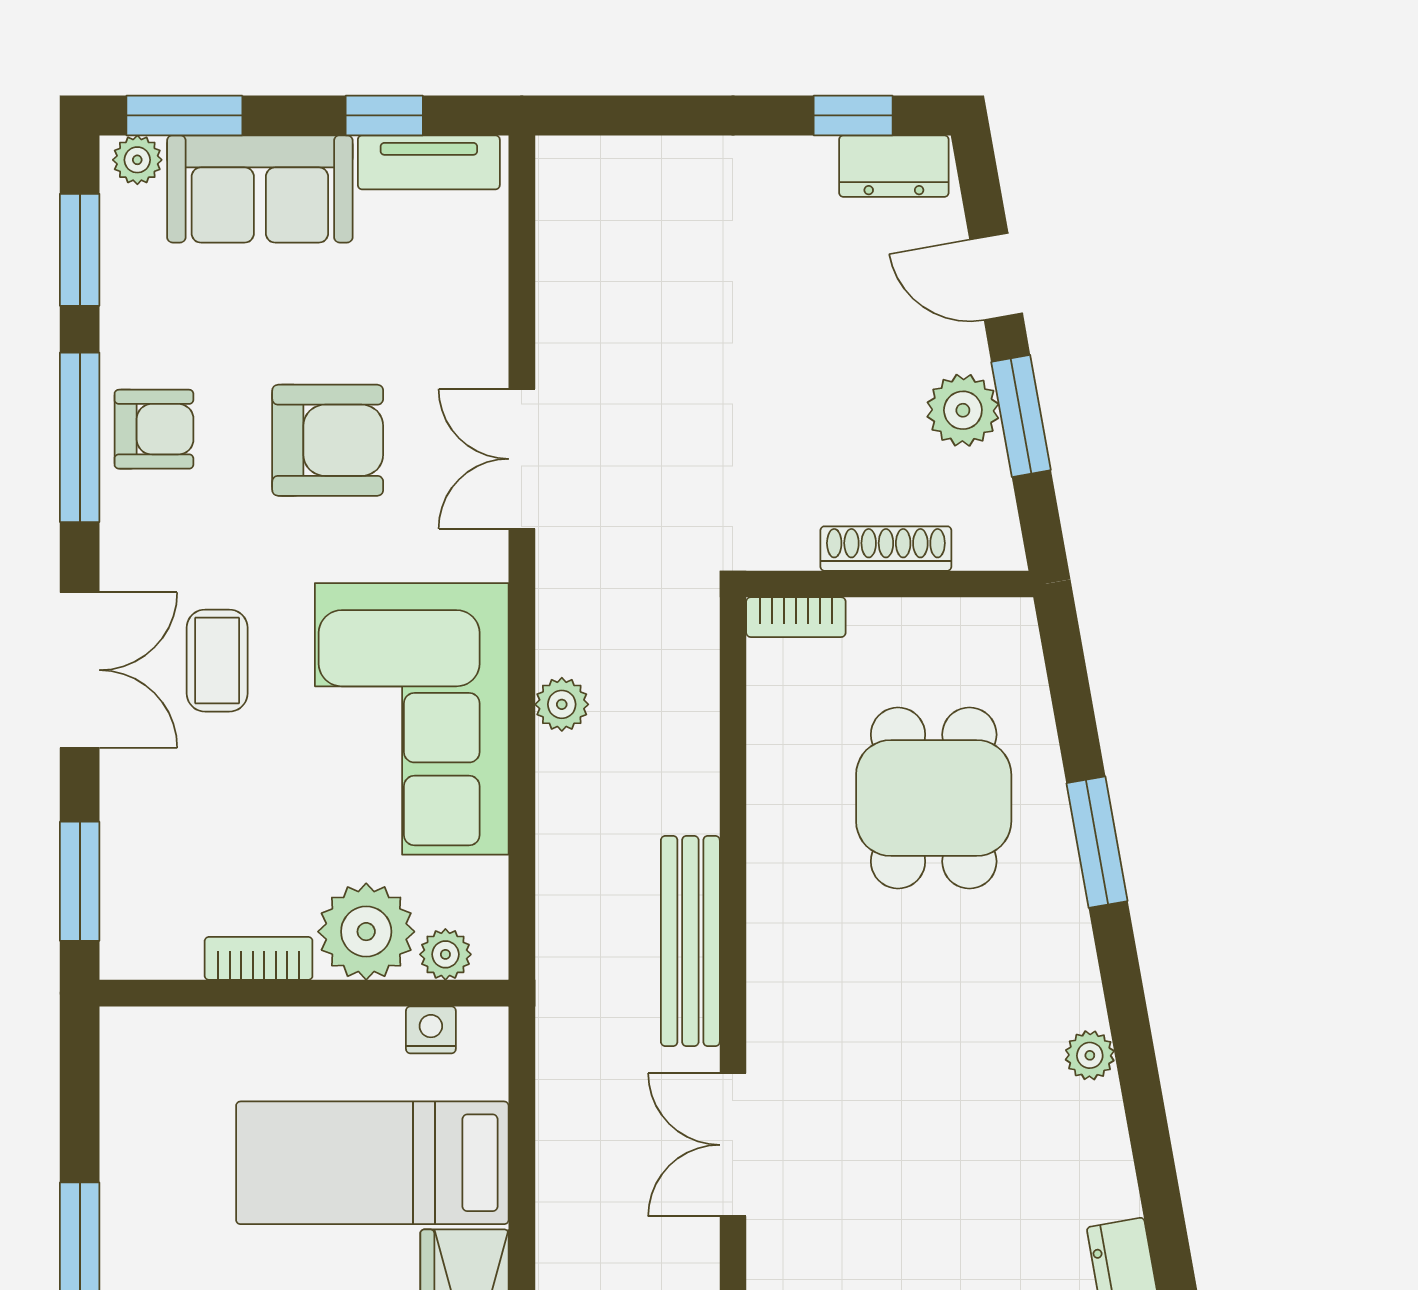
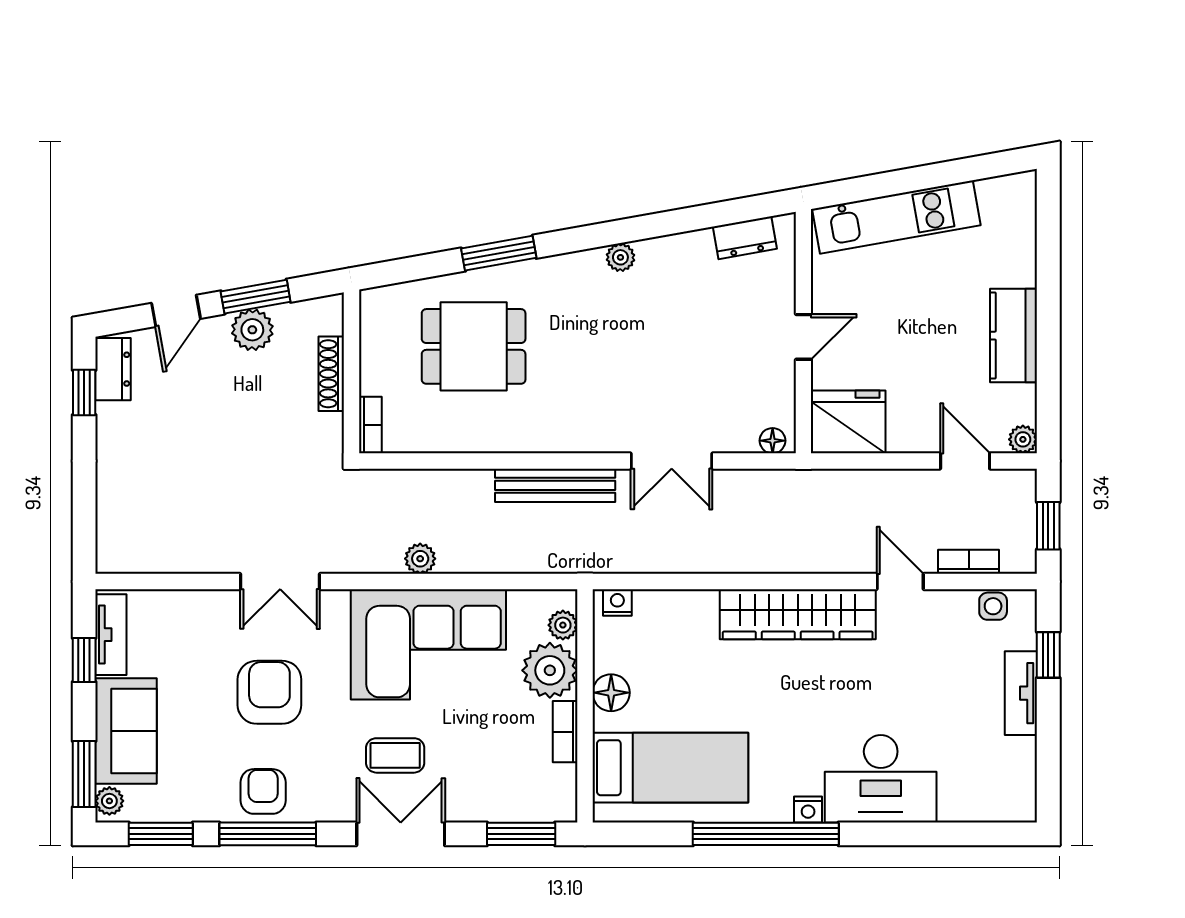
nightstand: (431, 1030) -> (617, 602), moved, turned 90
floor lamp: (327, 1039) -> (611, 693), added
bed: (372, 1163) -> (670, 768), moved, turned -90

